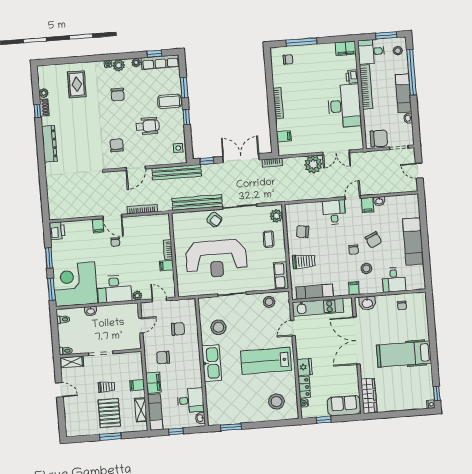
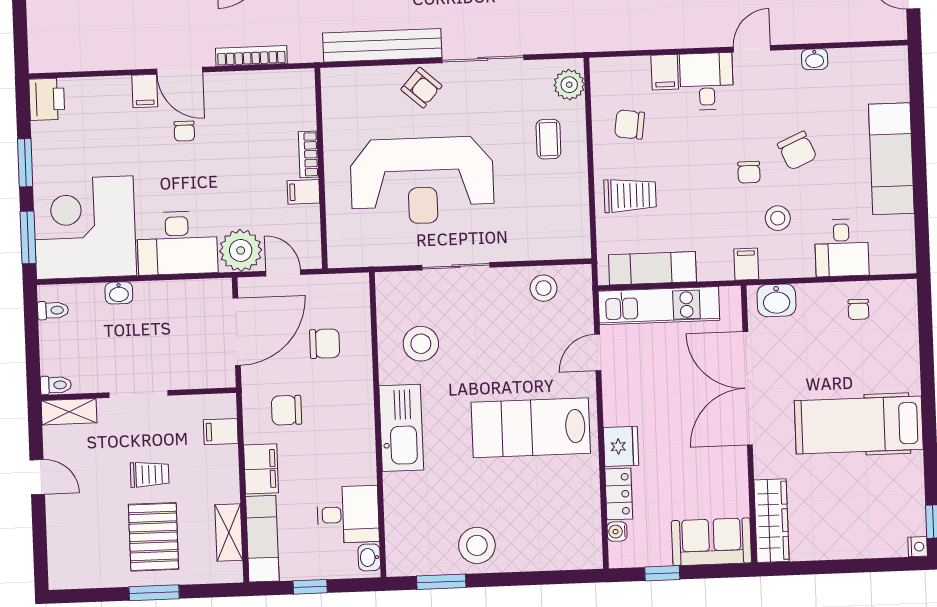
filing cabinet: (368, 205) -> (665, 72), moved
row of seats: (281, 276) -> (575, 227), removed
plant: (137, 296) -> (241, 250), width x1.88, depth x1.88
door: (141, 325) -> (237, 332), width x1.87
filing cabinet: (137, 385) -> (221, 432), moved
stool: (276, 401) -> (477, 545), moved

